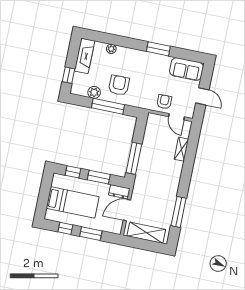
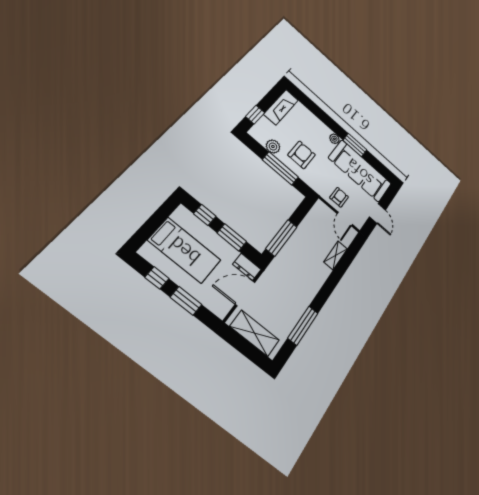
plant: (111, 49) -> (334, 139), moved
sofa: (186, 69) -> (360, 171), width x1.85, depth x1.27

